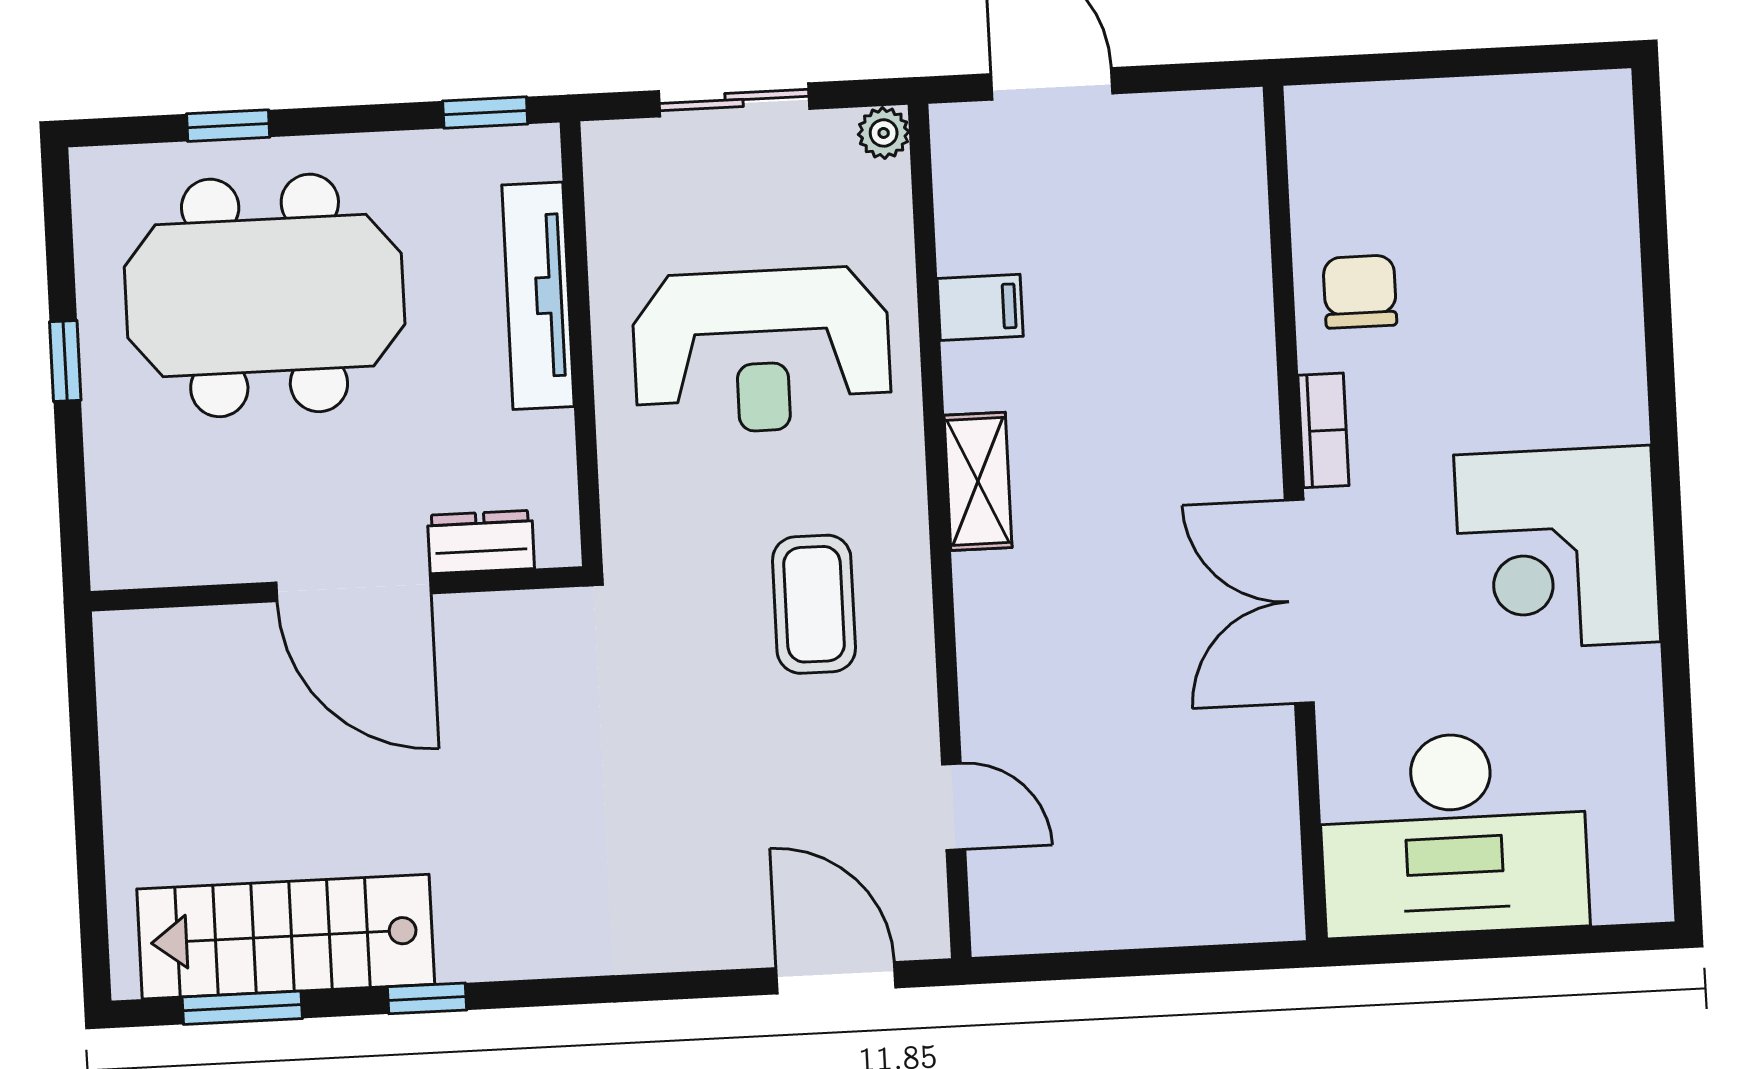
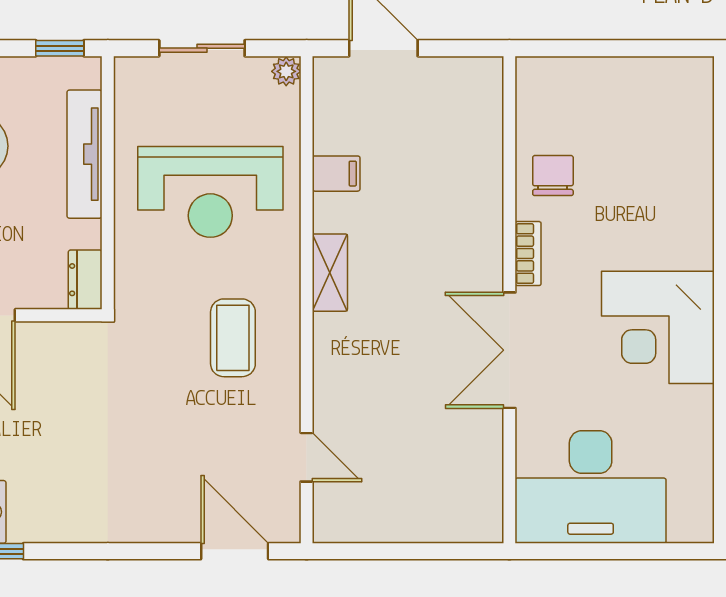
dresser: (481, 542) -> (85, 280), moved, turned -90

